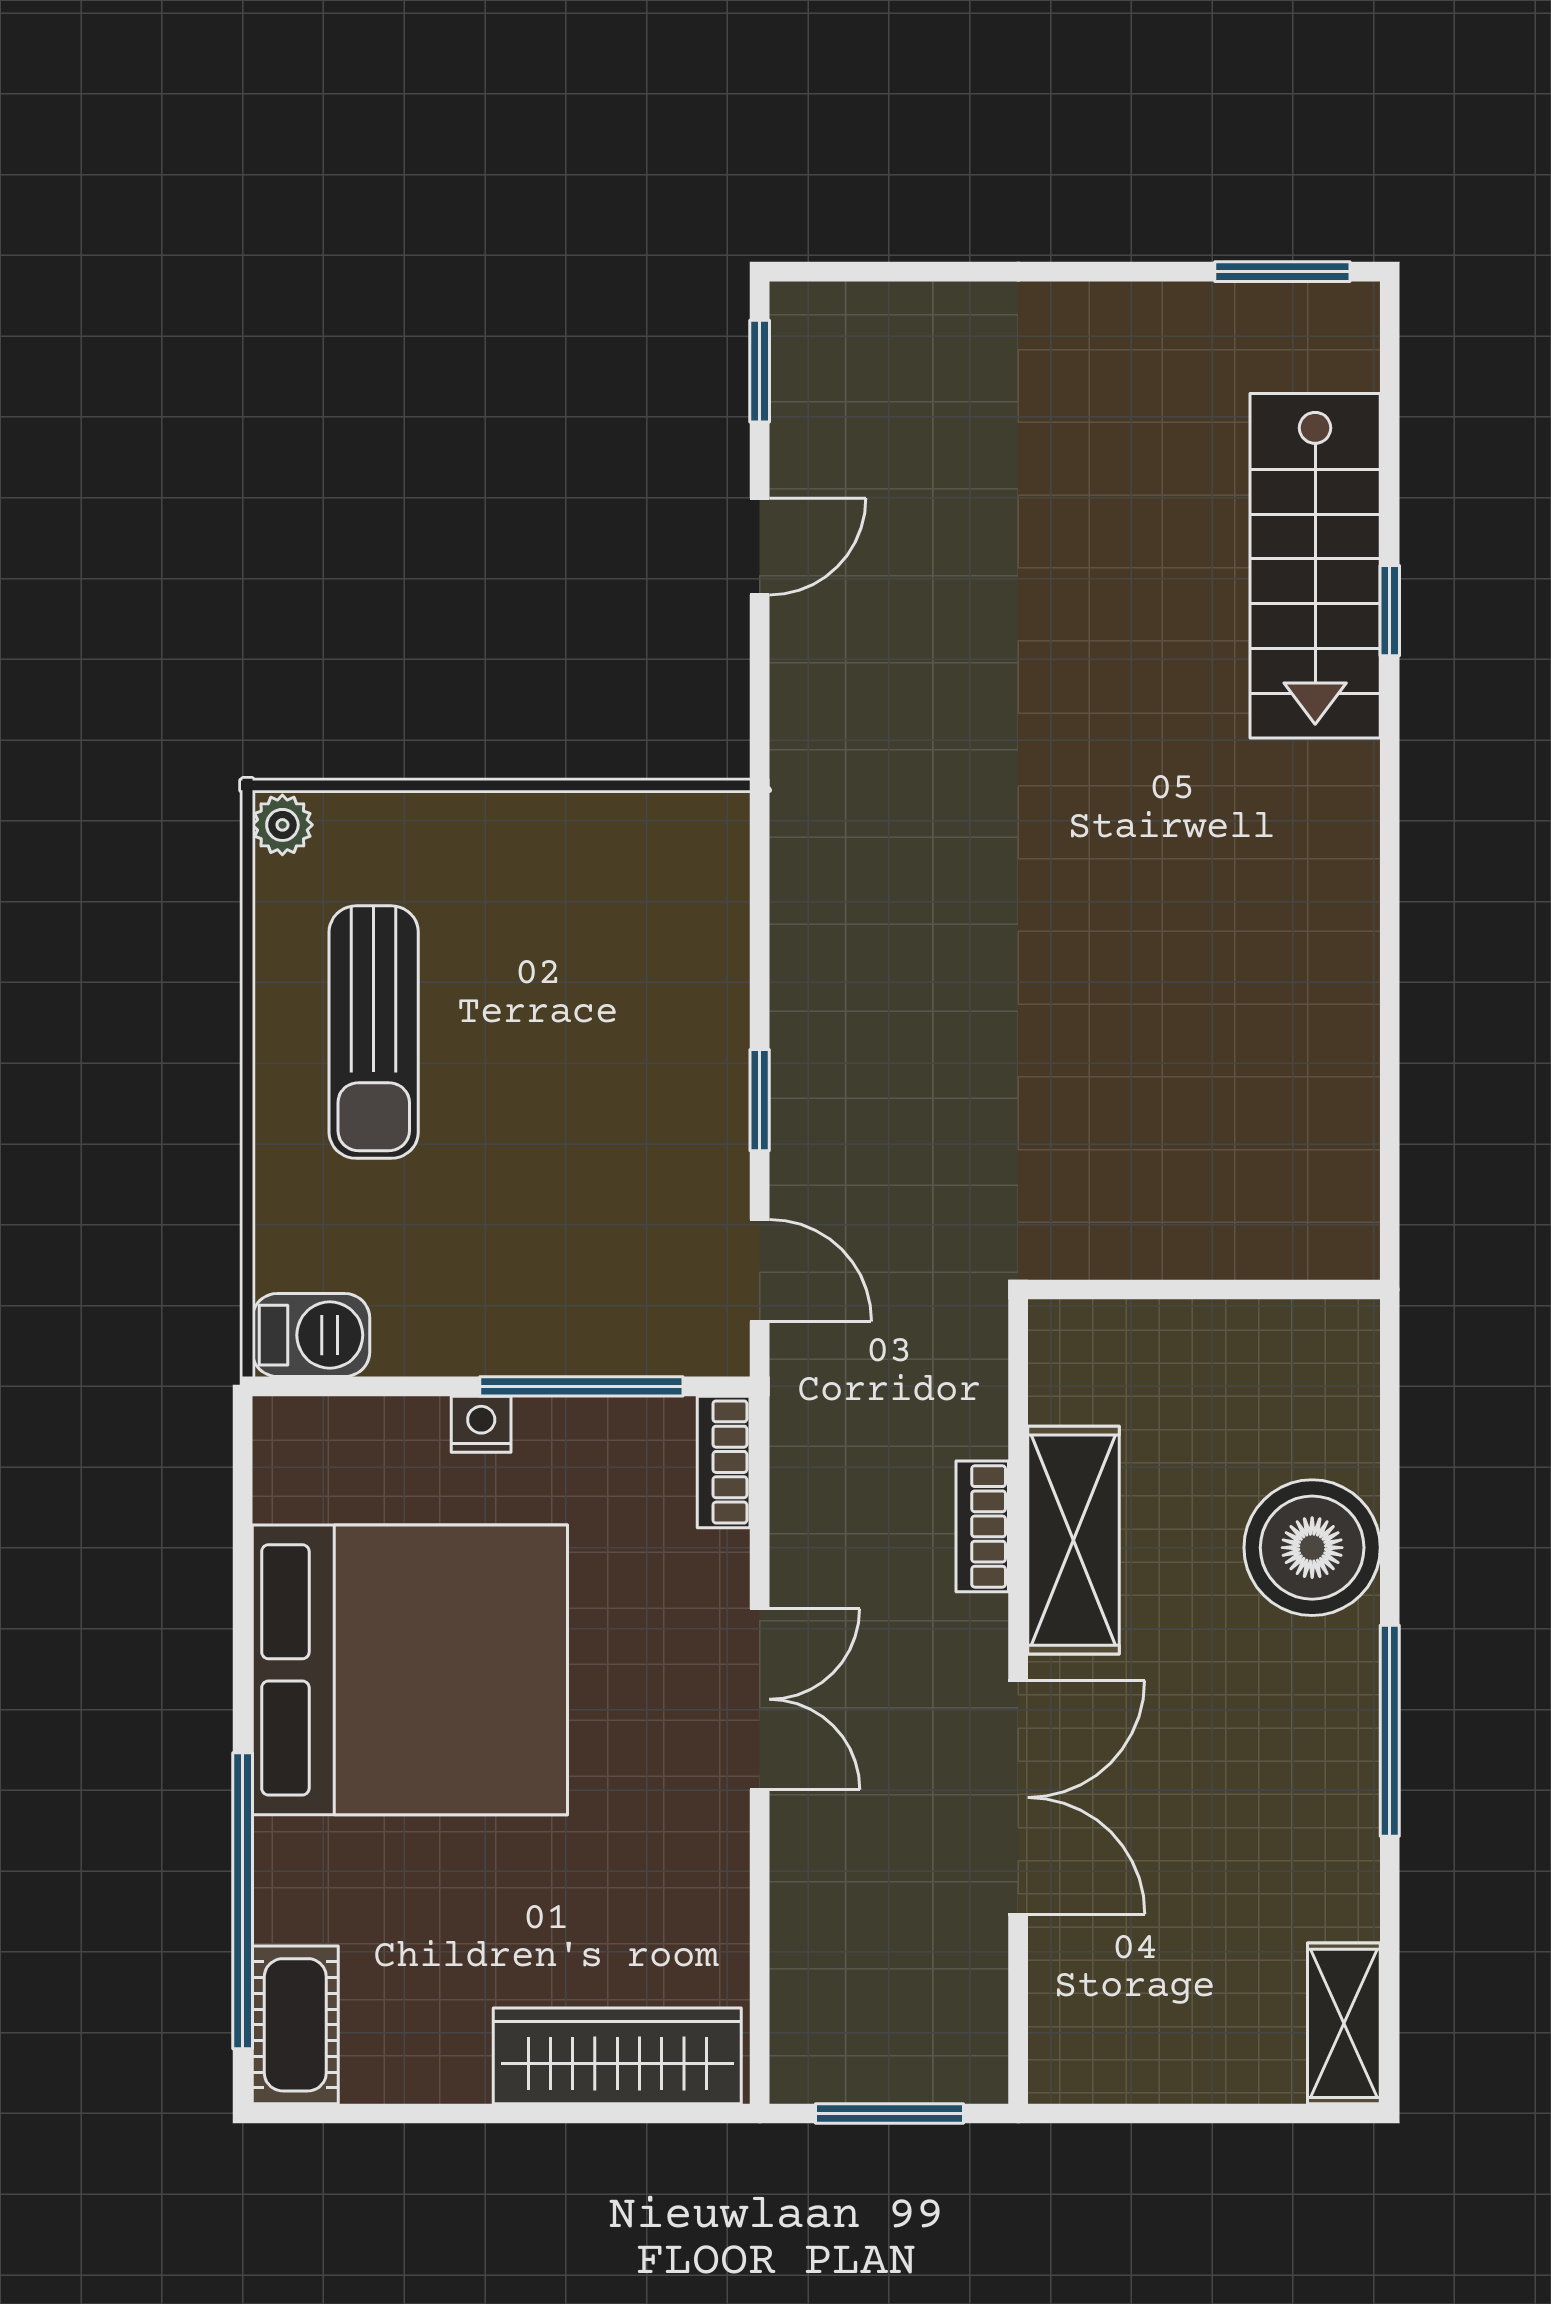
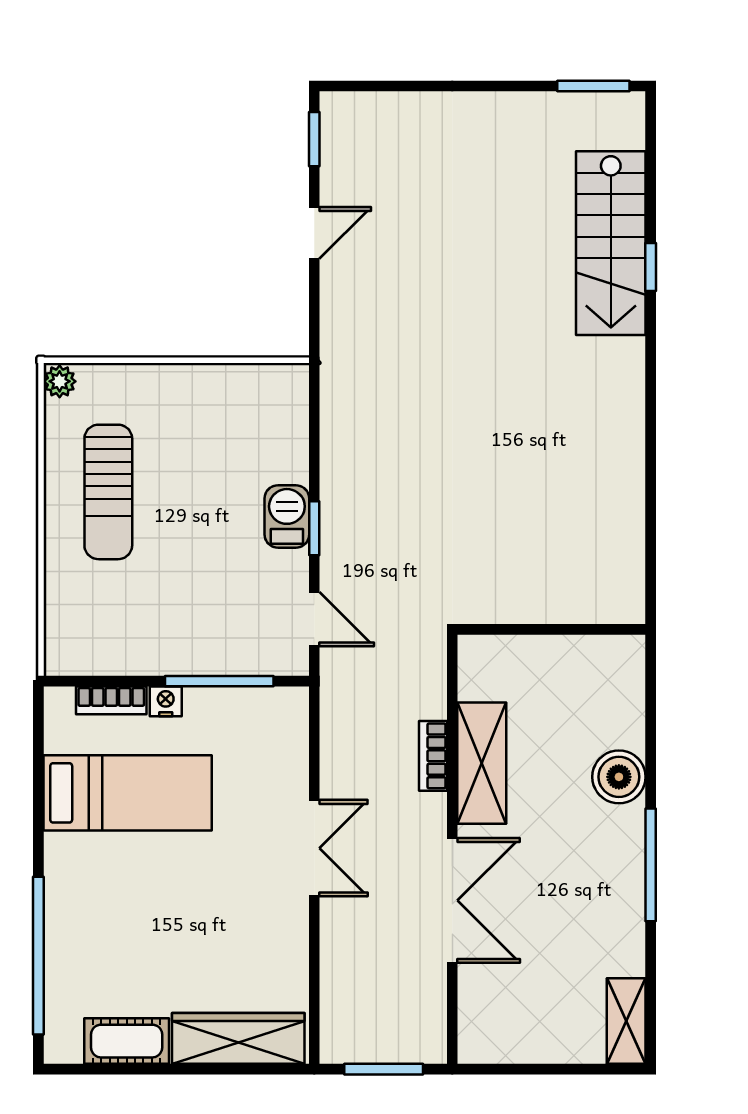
barbecue: (311, 1335) -> (287, 516), moved, turned -90
bookcase: (724, 1462) -> (111, 700), moved, turned -90
boiler: (1312, 1548) -> (619, 777), width x0.73, depth x0.73
bed: (410, 1670) -> (128, 793), width x0.49
cot: (295, 2025) -> (127, 1041), moved, turned 90

